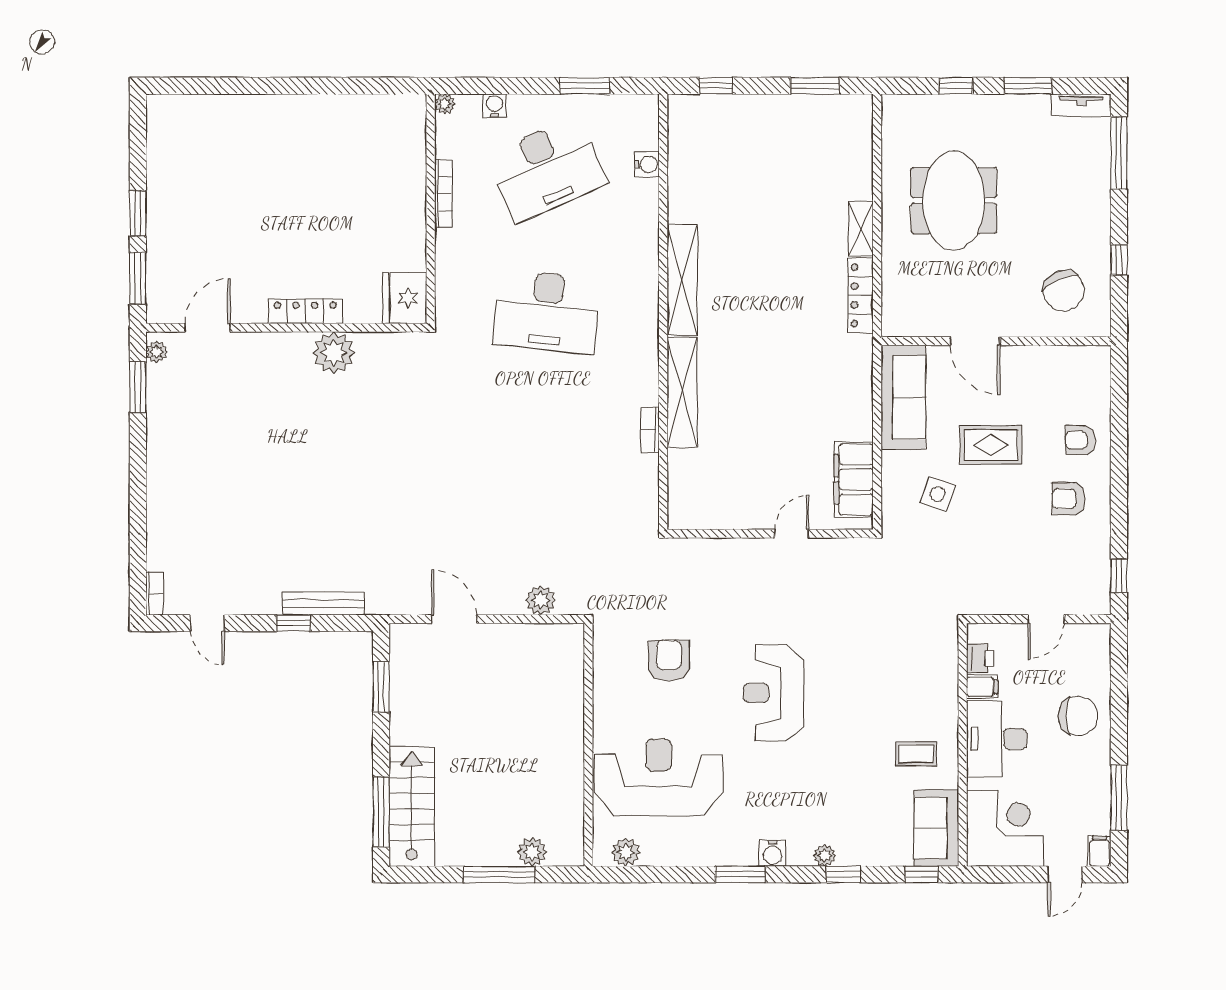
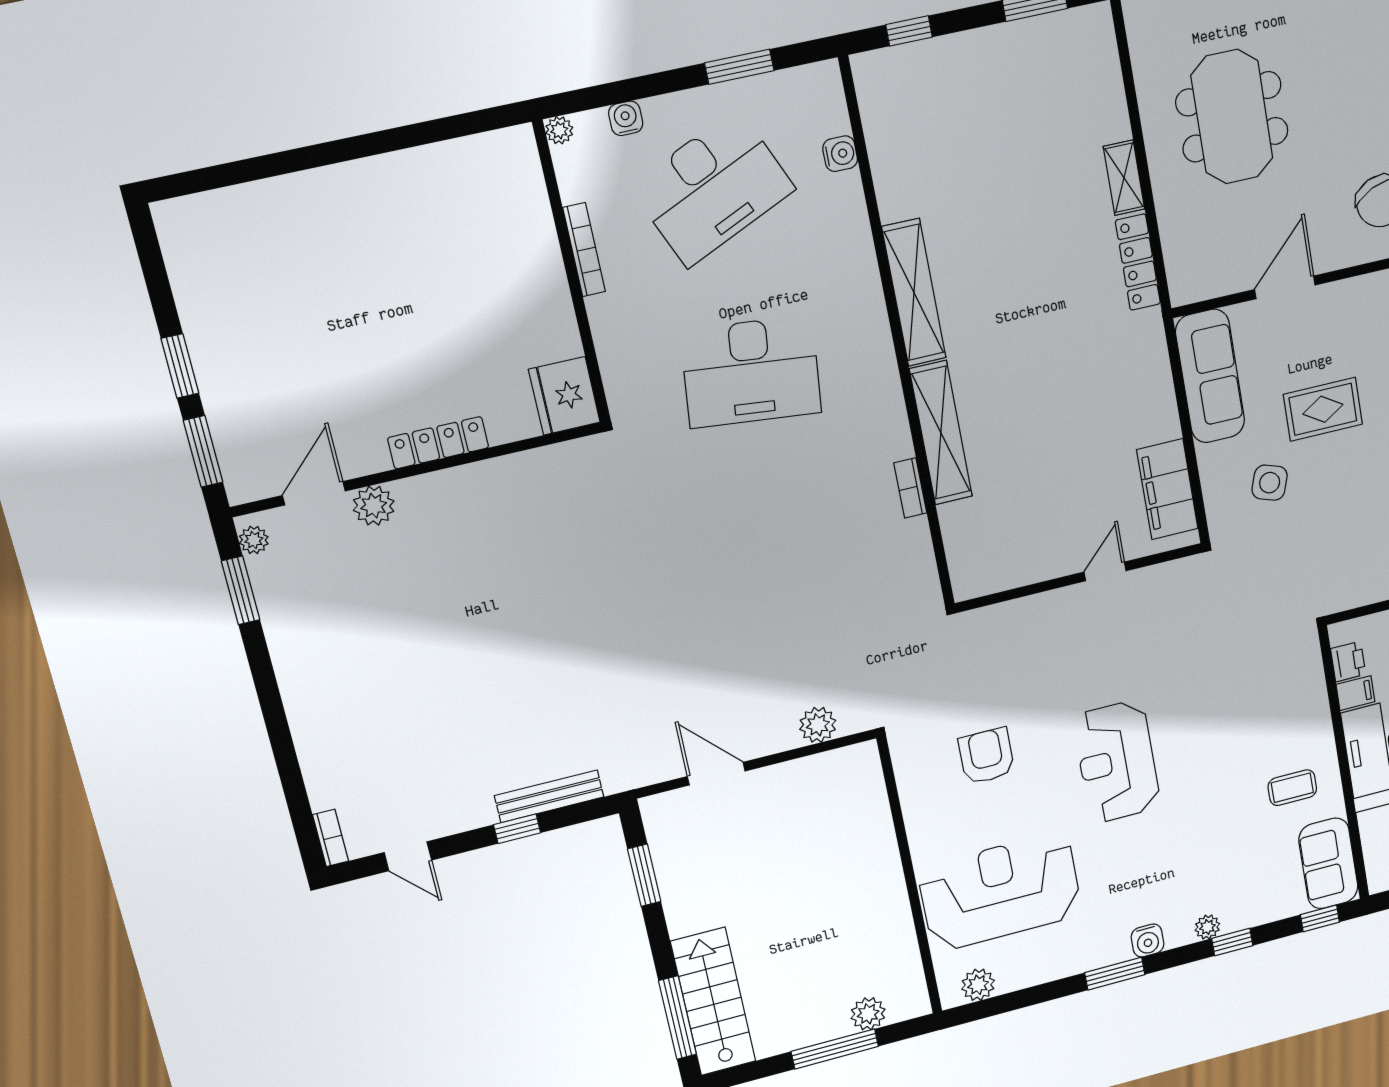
door: (975, 341) -> (1285, 287), swing flipped
plant: (334, 353) -> (374, 506), moved, width x0.73, depth x0.73

